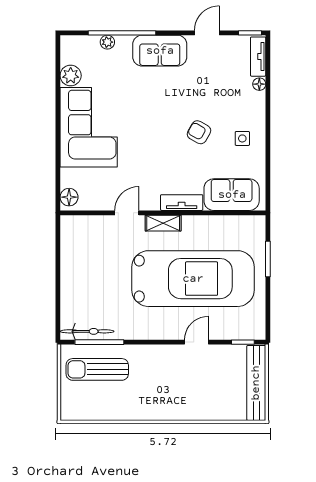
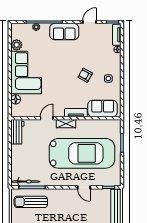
floor lamp: (69, 197) -> (16, 99), moved
workbench: (72, 238) -> (17, 132), added
door: (196, 342) -> (84, 187), swing flipped

